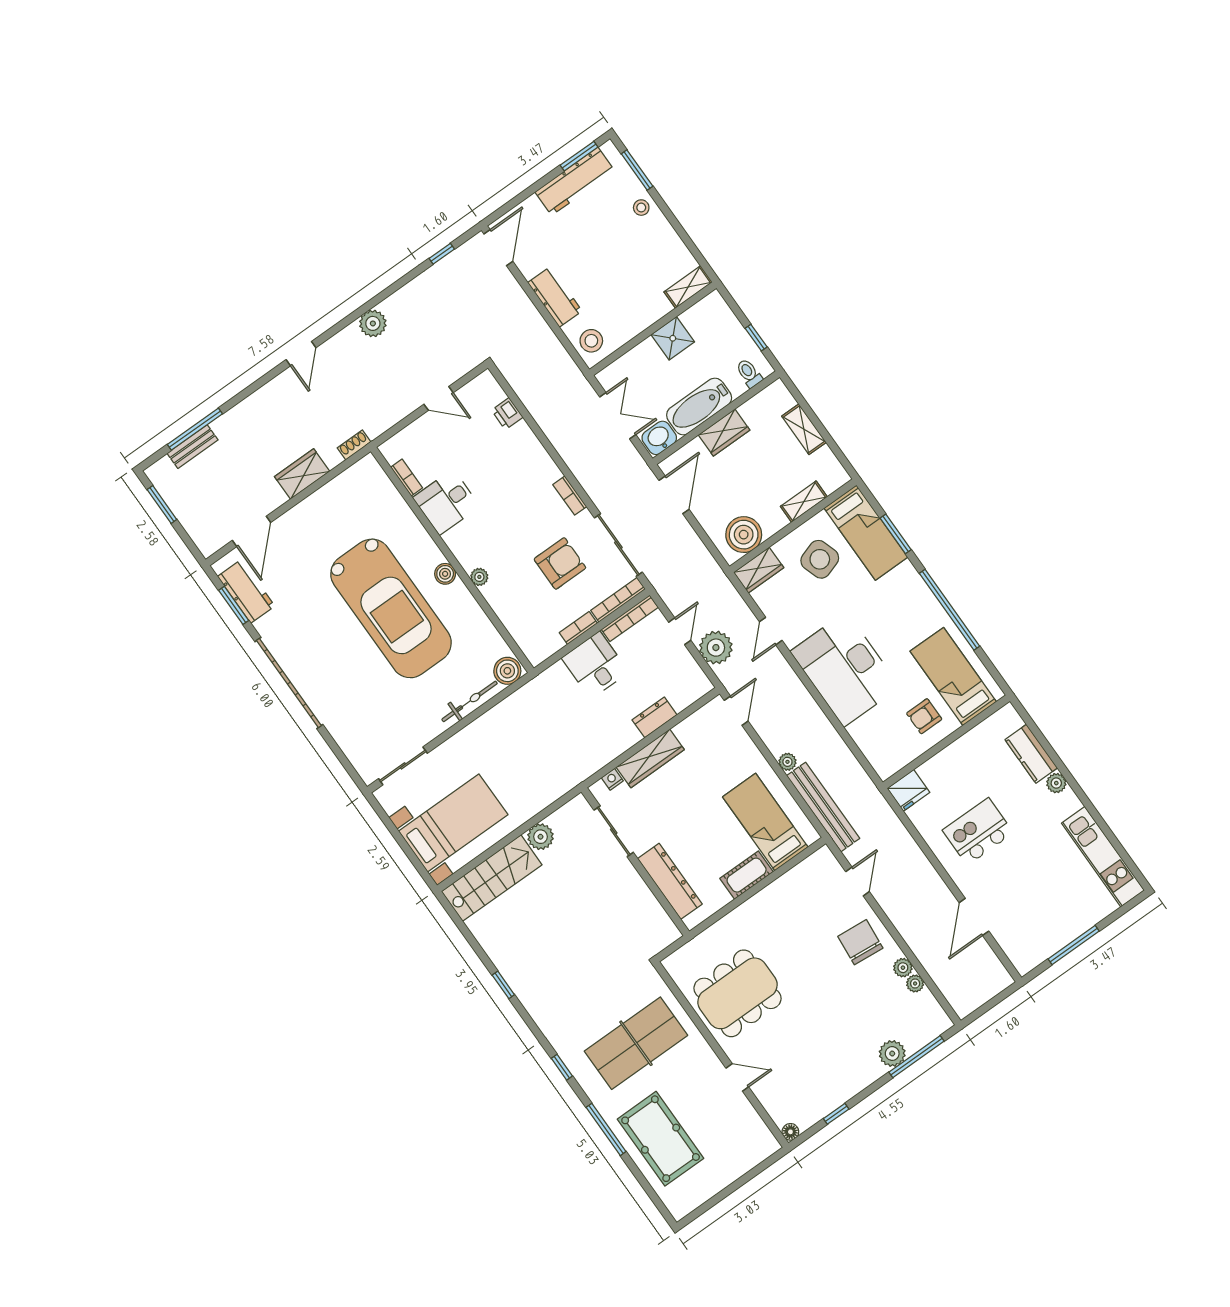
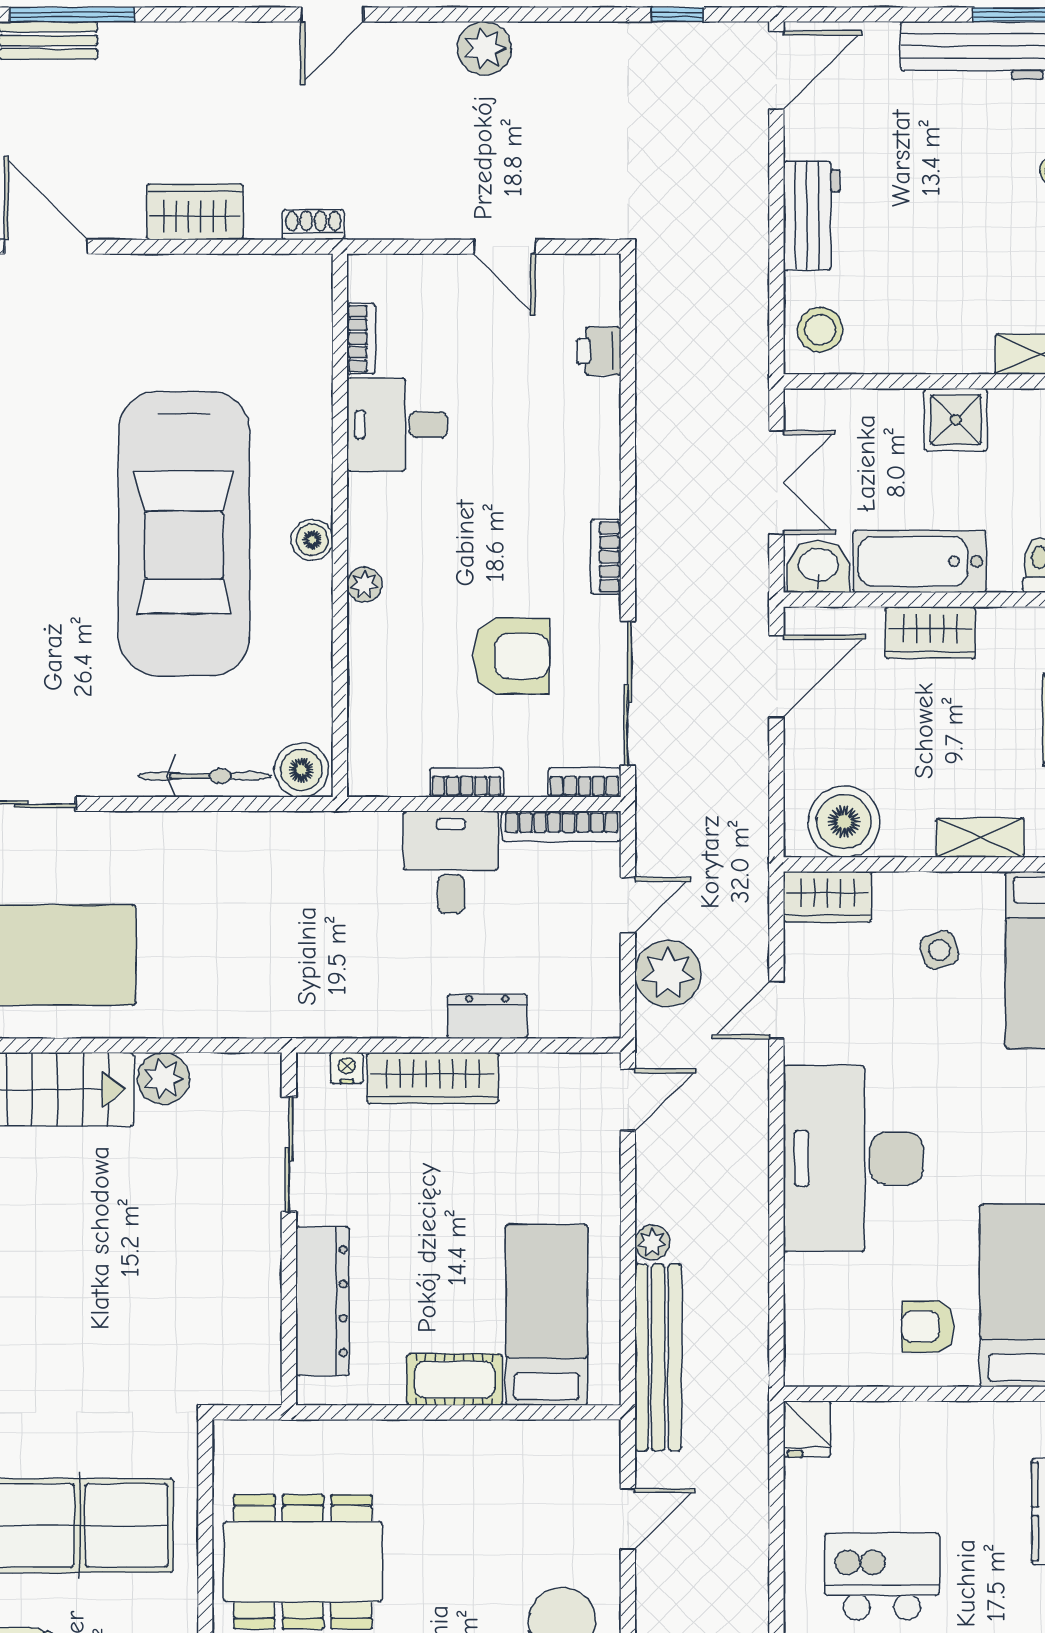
door: (251, 531) -> (46, 247), swing flipped
side table: (820, 559) -> (939, 950), width x0.54, depth x0.54
bookcase: (618, 600) -> (584, 782), width x0.64
fridge: (908, 790) -> (807, 1429), width x0.72

